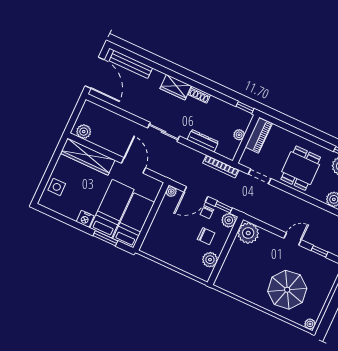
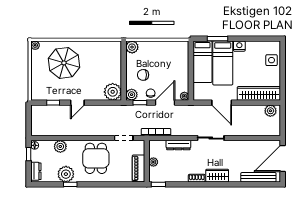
door: (95, 73) -> (283, 159), hinge flipped
plant: (210, 260) -> (132, 47), moved

